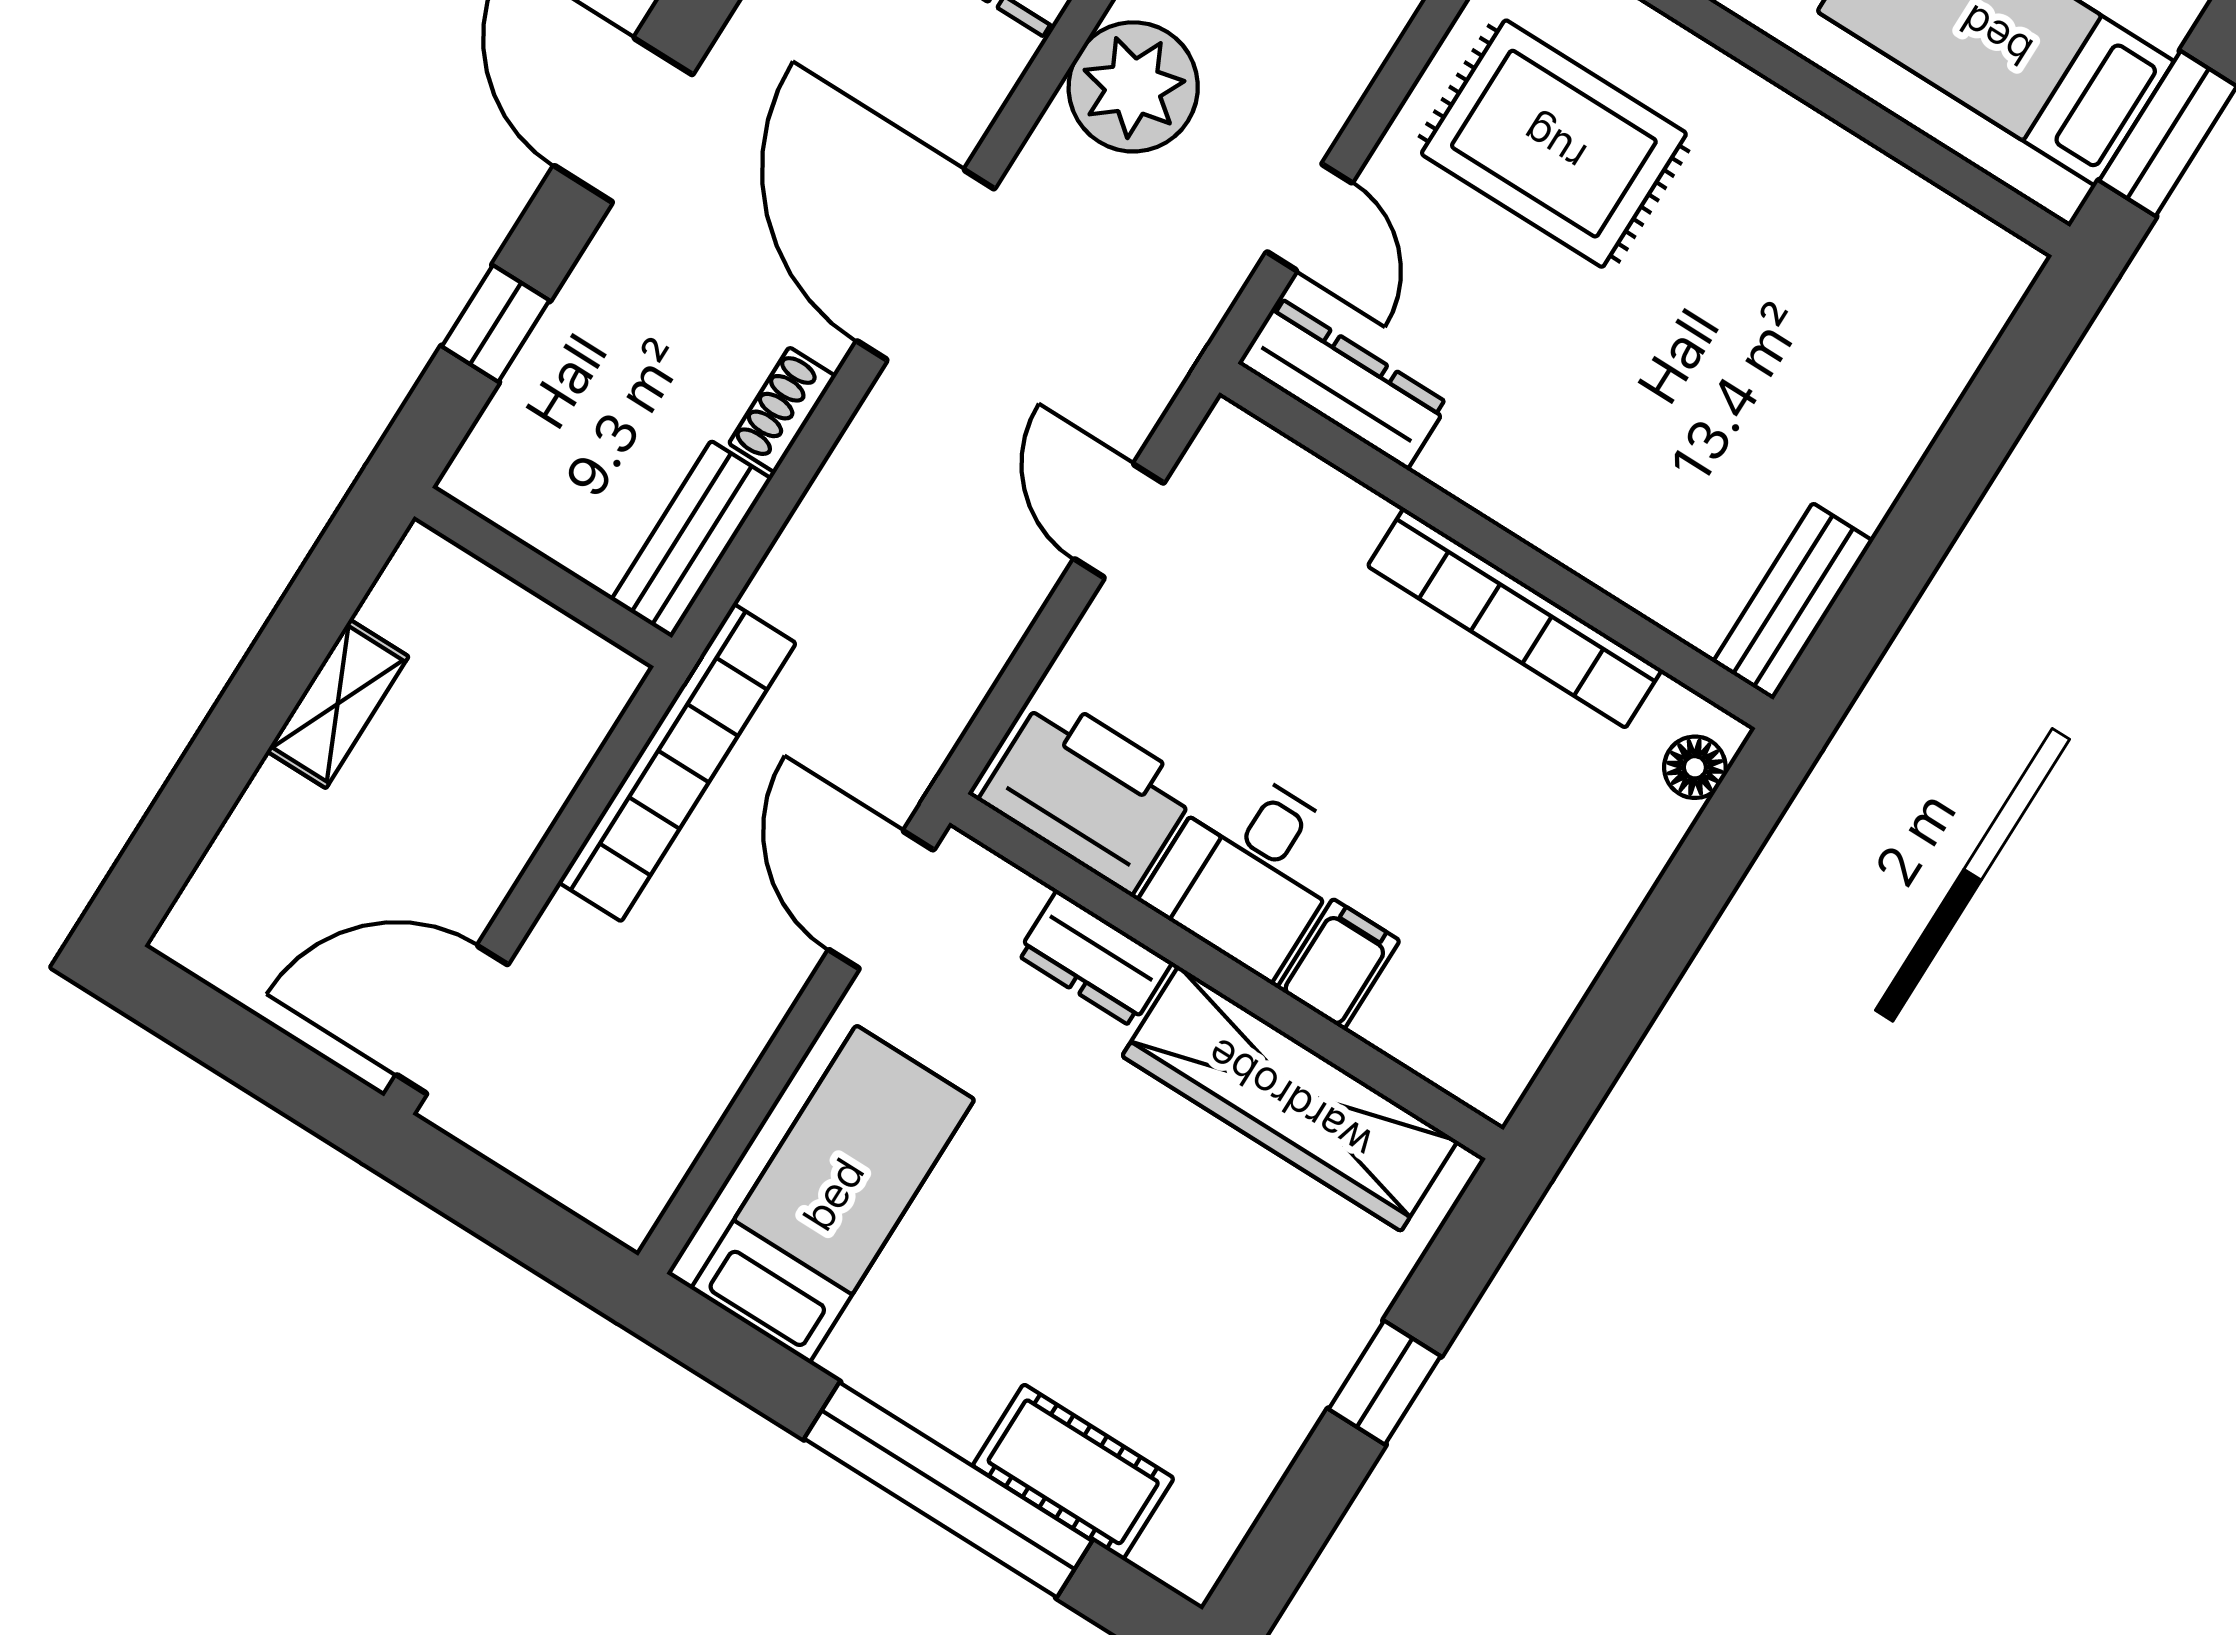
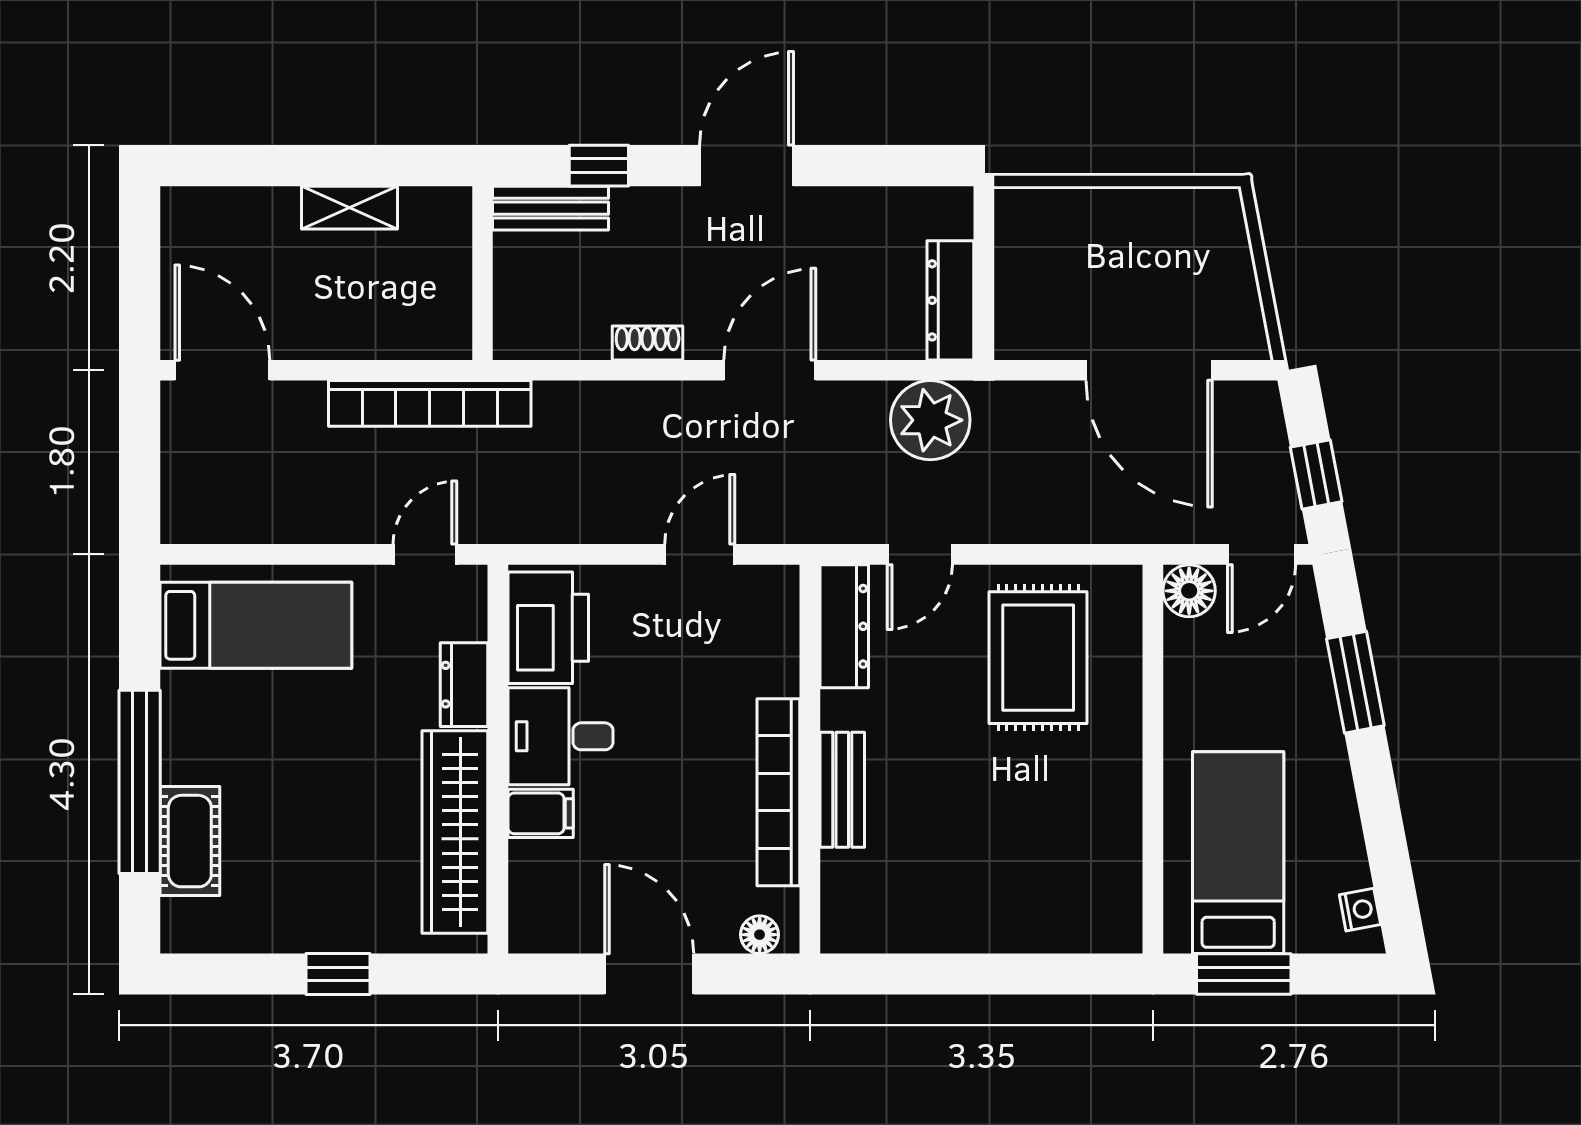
door: (926, 265) -> (770, 370), width x0.73
bench: (691, 539) -> (551, 208), moved
bench: (1793, 601) -> (842, 790), moved, turned 90
door: (881, 900) -> (425, 554), width x0.73
door: (1654, 953) -> (649, 974), added

